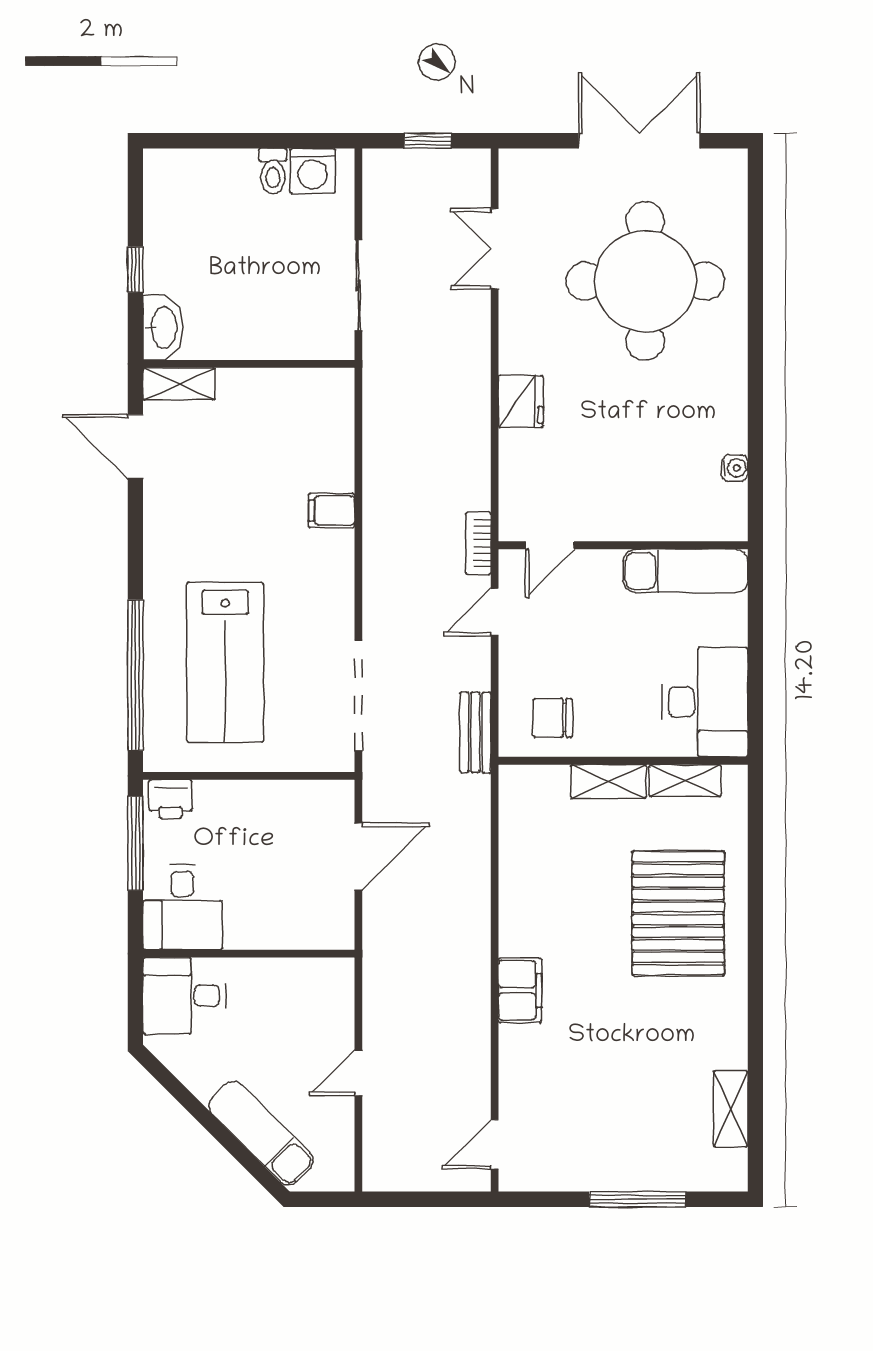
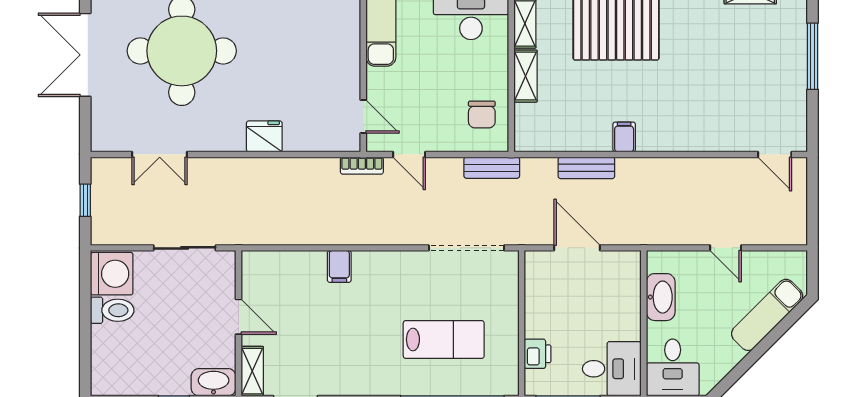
toilet: (273, 171) -> (112, 310), width x1.37, depth x1.39
washing machine: (312, 171) -> (112, 274), width x1.37, depth x1.37
door: (258, 364) -> (239, 317), added
lab bench: (225, 662) -> (444, 339), width x0.73, depth x0.72
printer: (170, 799) -> (538, 354), moved
bench: (475, 870) -> (586, 168), added
washbasin: (287, 978) -> (661, 297), added
filing cabinet: (520, 990) -> (624, 137), moved, width x0.50

